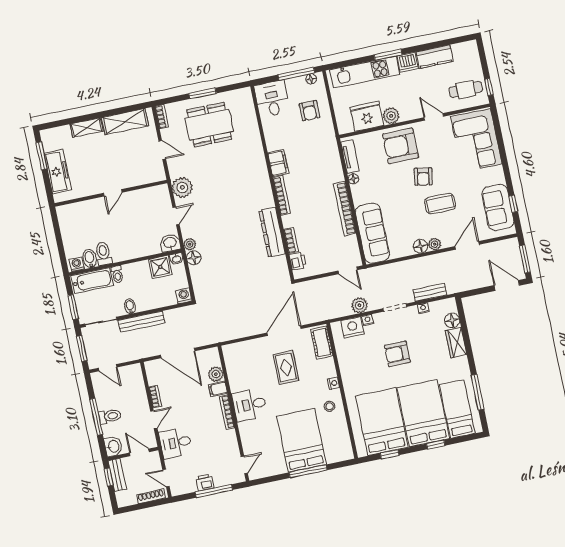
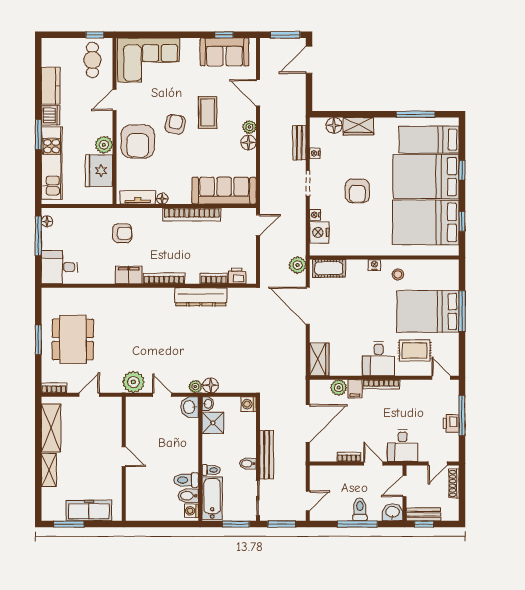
armchair: (309, 111) -> (122, 233), moved
armchair: (423, 177) -> (175, 124), turned -89
plant: (360, 305) -> (298, 265), moved
wardrobe: (238, 351) -> (319, 359), added
rug: (286, 368) -> (415, 350), moved

